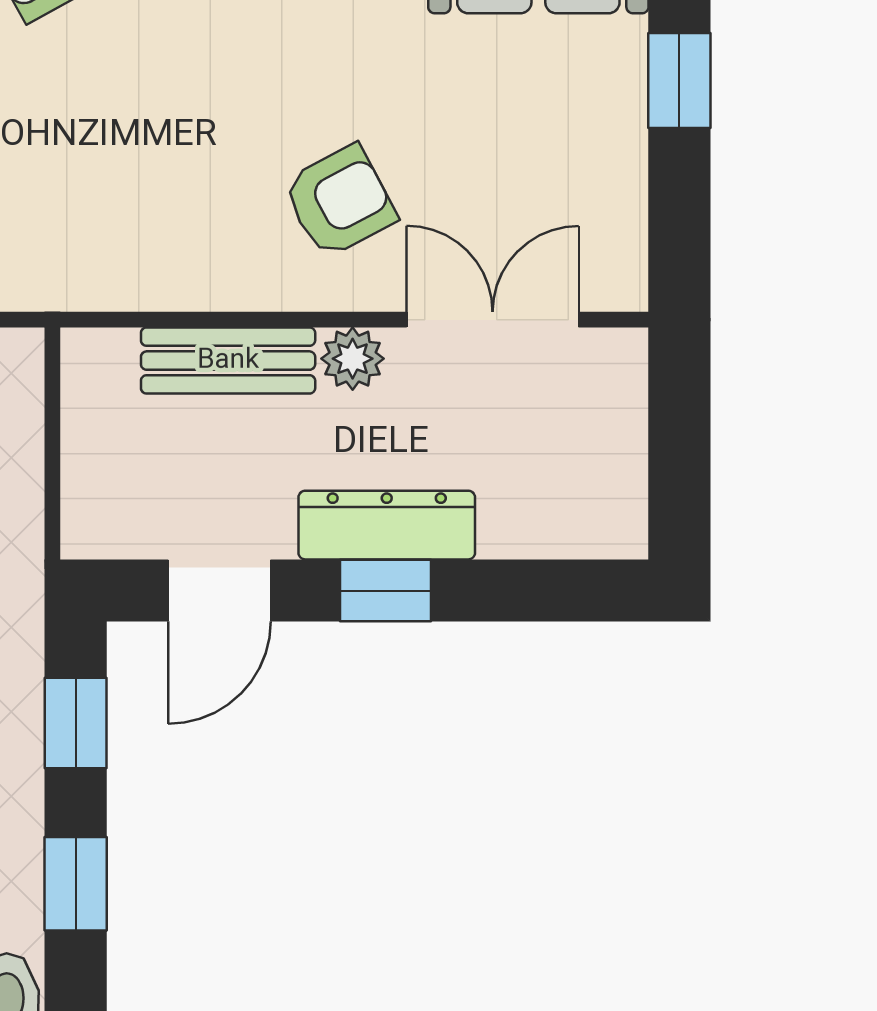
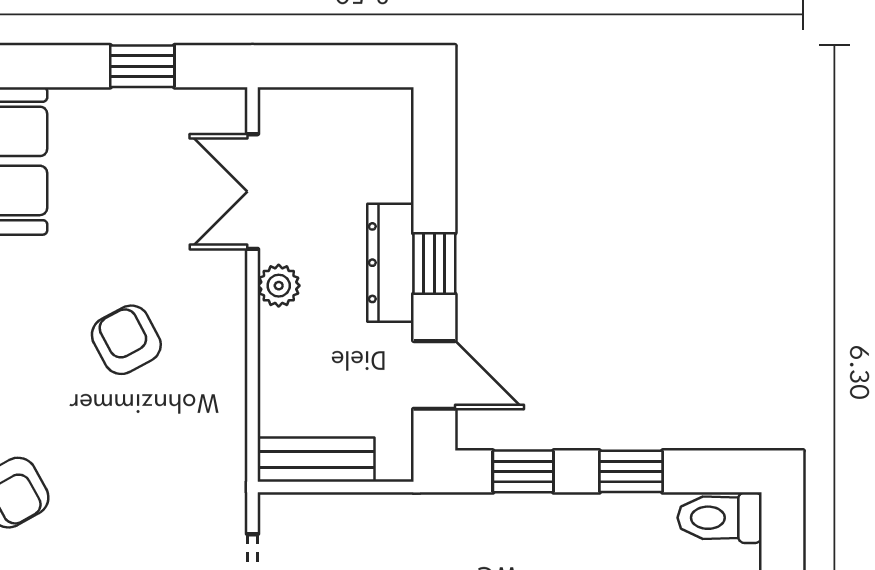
window: (679, 81) -> (142, 66), moved
armchair: (340, 201) -> (126, 340), moved
bench: (228, 361) -> (316, 460), moved, turned 90

